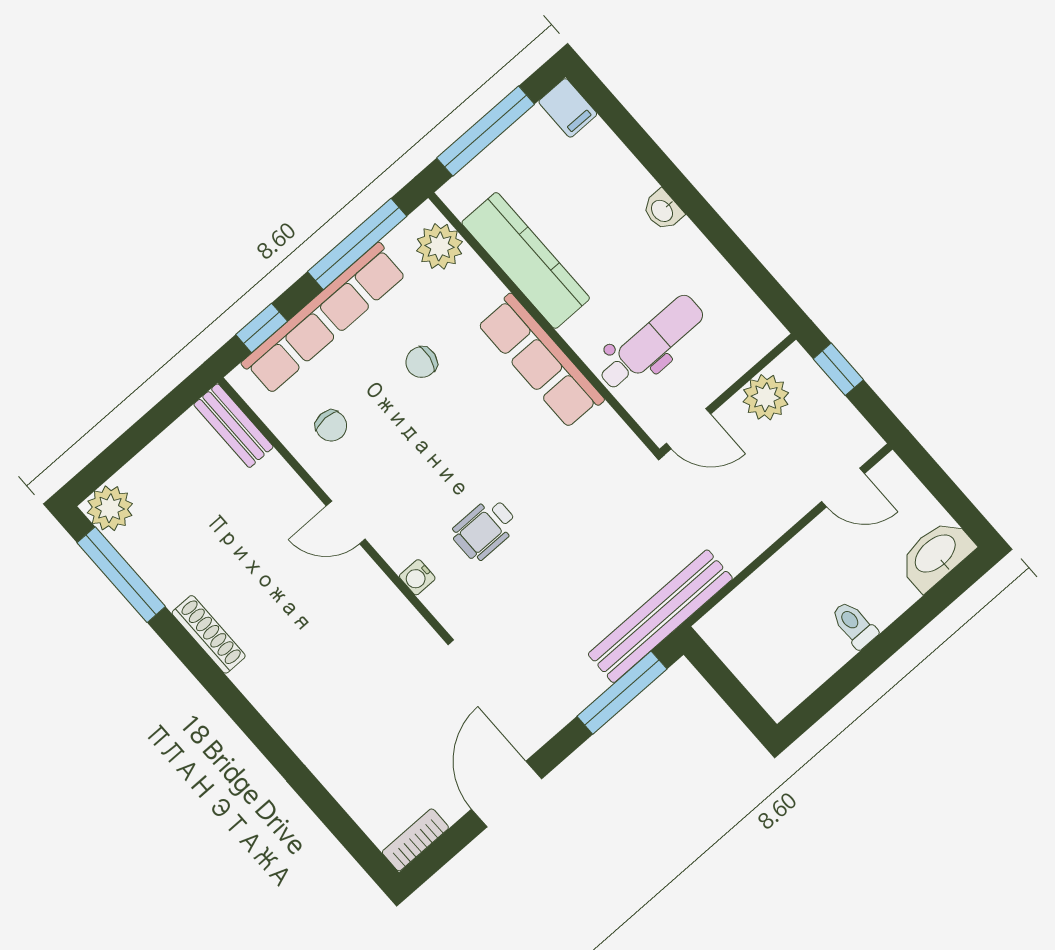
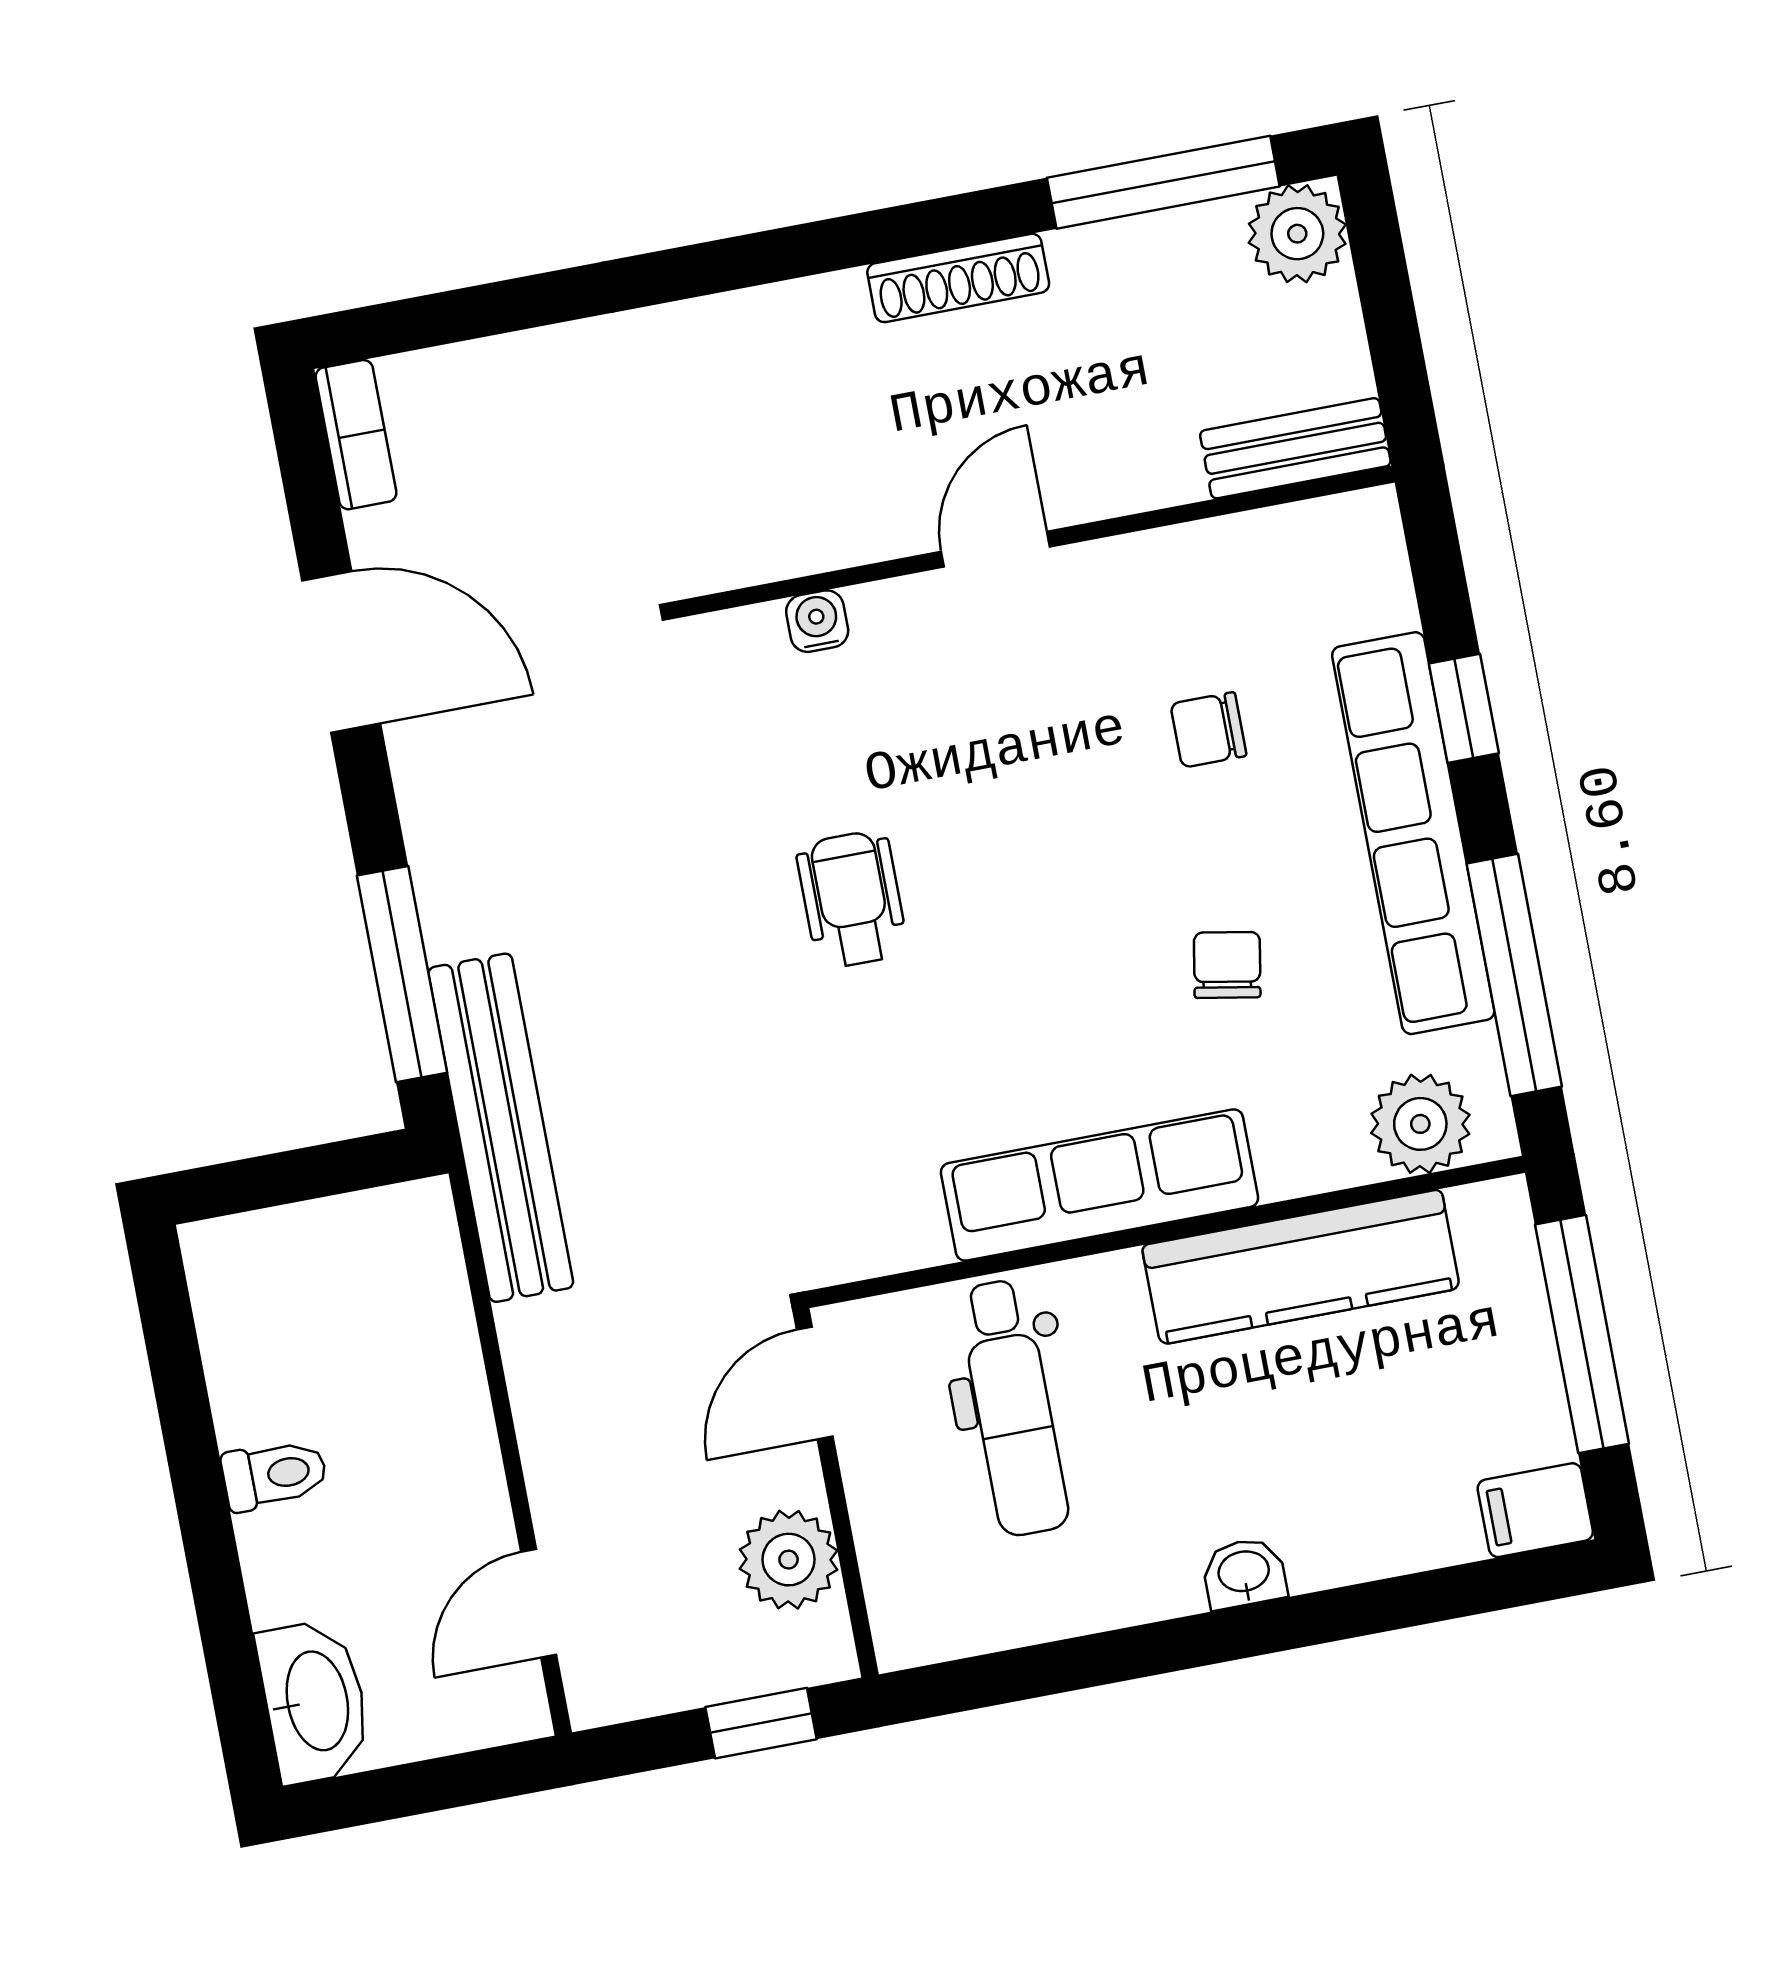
bench: (233, 426) -> (1295, 448), moved
wall: (333, 508) -> (1035, 542), moved
door: (346, 523) -> (996, 549), moved
water cooler: (417, 577) -> (817, 621), moved

